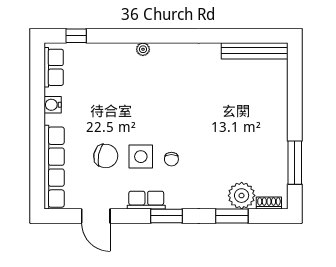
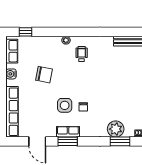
wheelchair: (169, 72) -> (82, 54), added
chair: (106, 156) -> (44, 75), moved
plant: (242, 196) -> (116, 129), moved
window: (167, 216) -> (68, 141), moved

